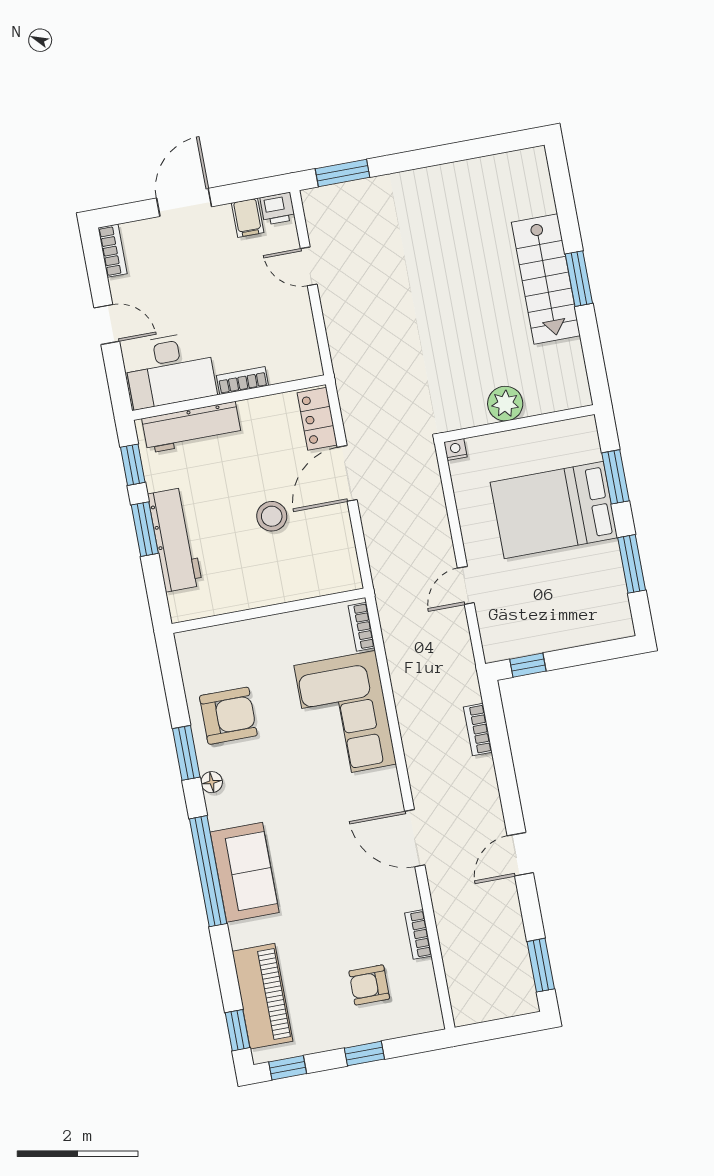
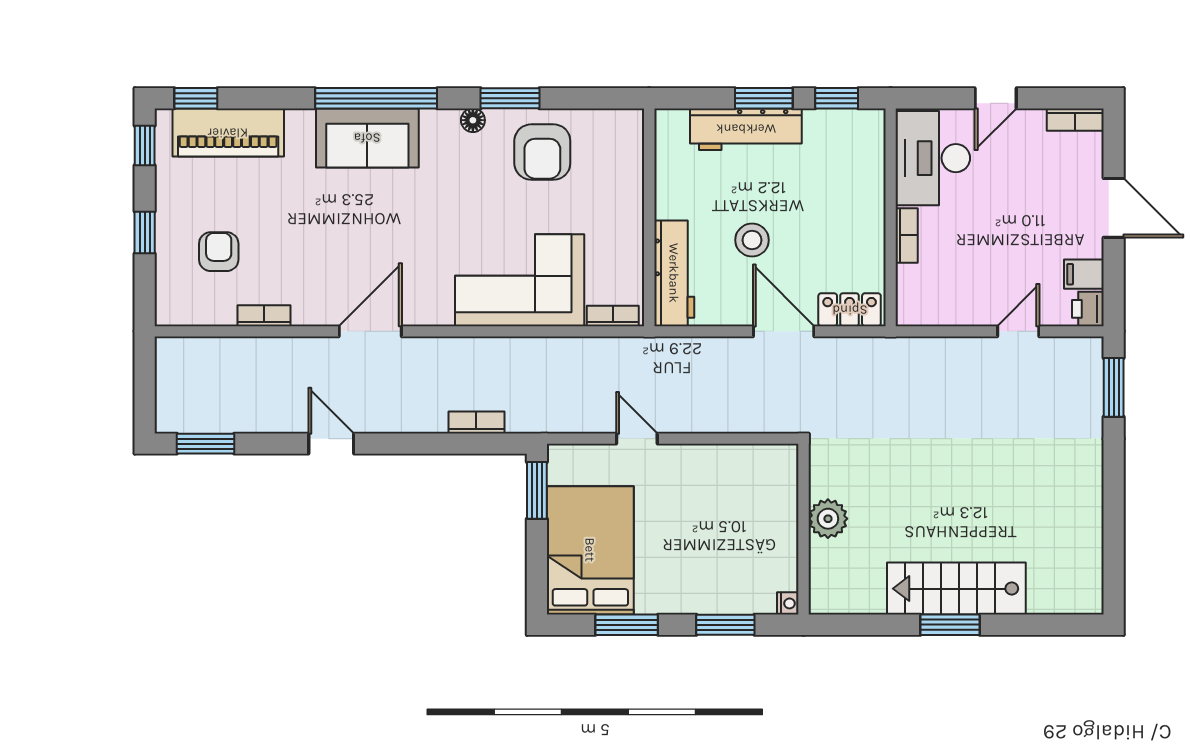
workbench: (192, 427) -> (674, 273), moved, turned 180
nightstand: (456, 450) -> (788, 603), moved
bed: (554, 510) -> (590, 550), moved
window: (528, 665) -> (537, 490), width x1.50

